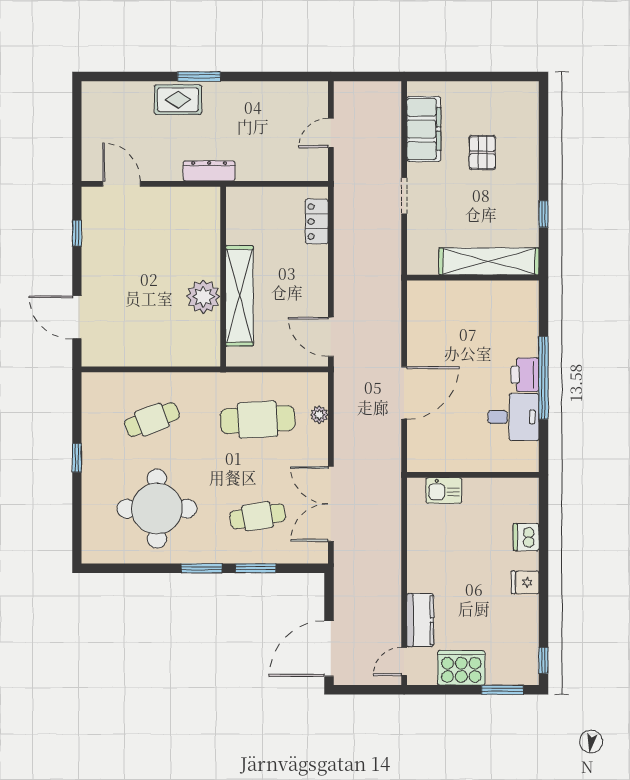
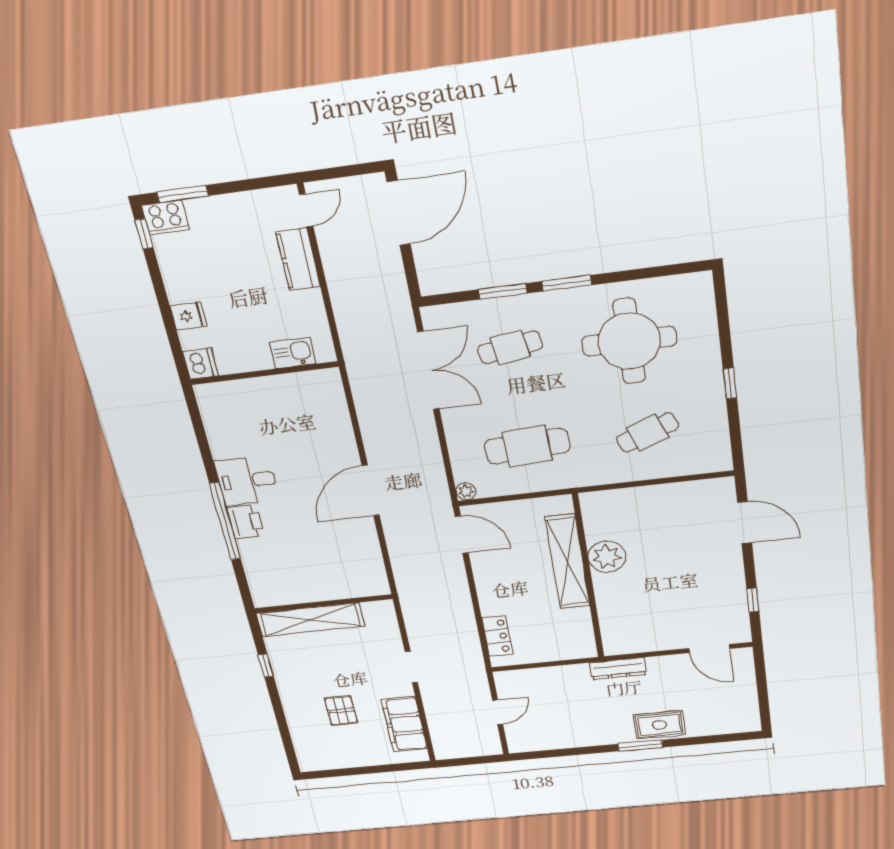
plant: (319, 415) -> (466, 491), moved
wall: (473, 475) -> (264, 373), moved
kitchen sink: (444, 490) -> (293, 353), moved
cooker: (461, 668) -> (166, 217), moved, width x0.73, depth x0.76

